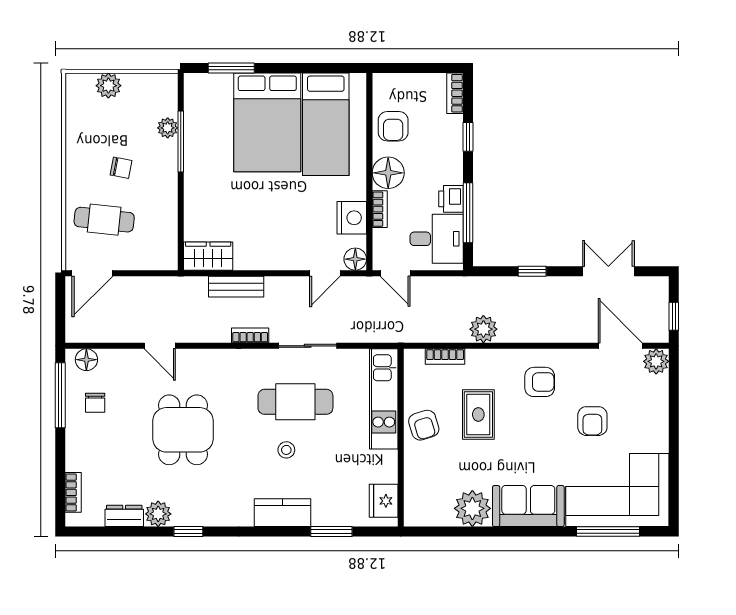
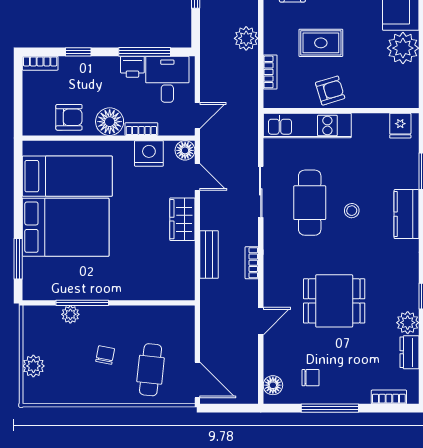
wardrobe: (208, 256) -> (182, 219), moved
bookcase: (250, 335) -> (252, 263), moved
window: (60, 395) -> (330, 408), moved
fridge: (384, 501) -> (400, 126), width x0.72

